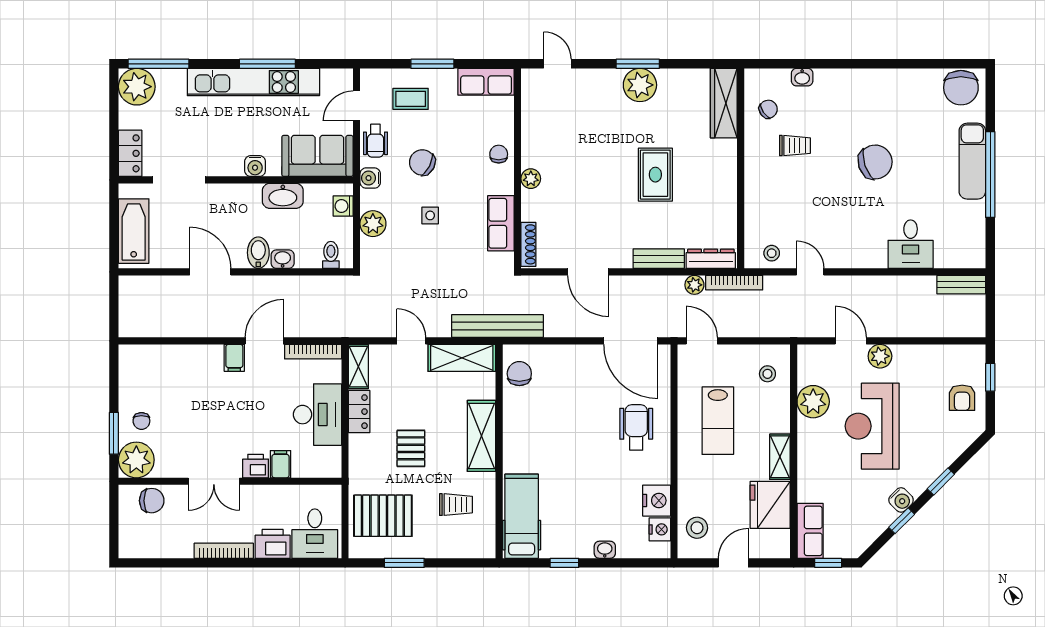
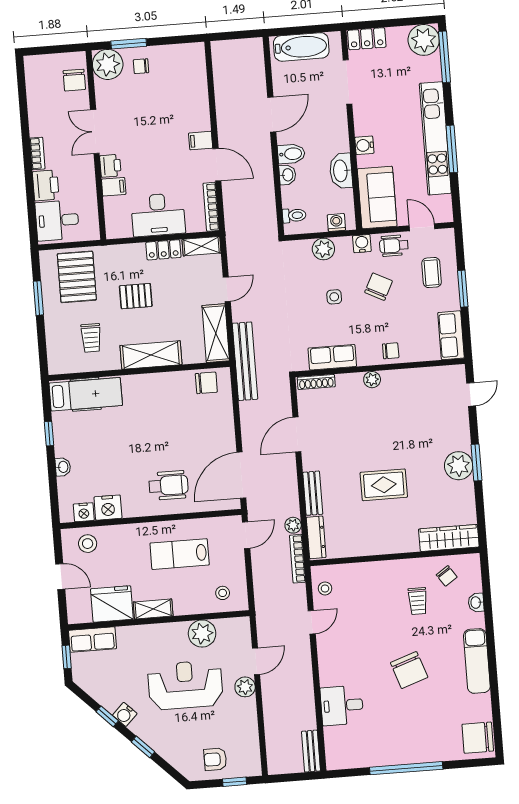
exam couch: (972, 161) -> (477, 661), moved, turned -90
bookcase: (224, 551) -> (37, 153), width x0.64

